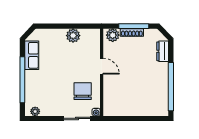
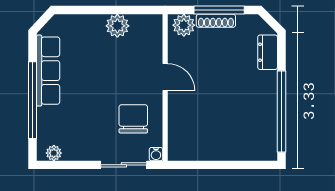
row of seats: (32, 55) -> (48, 71), width x1.48

